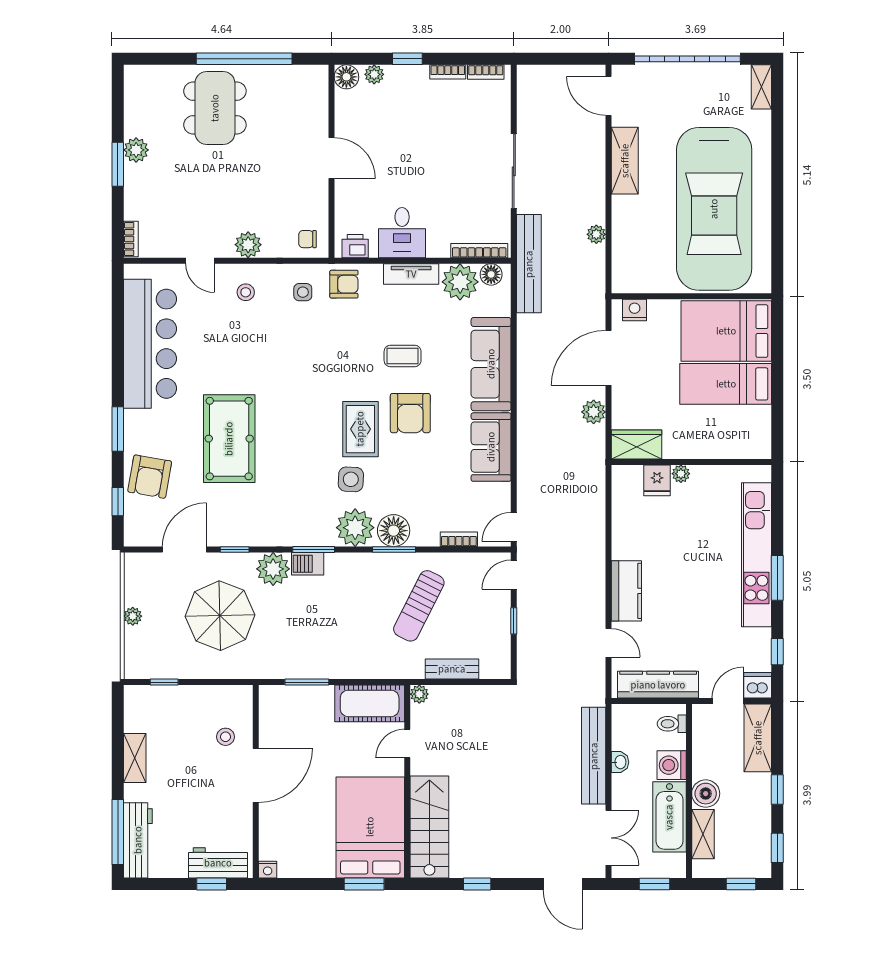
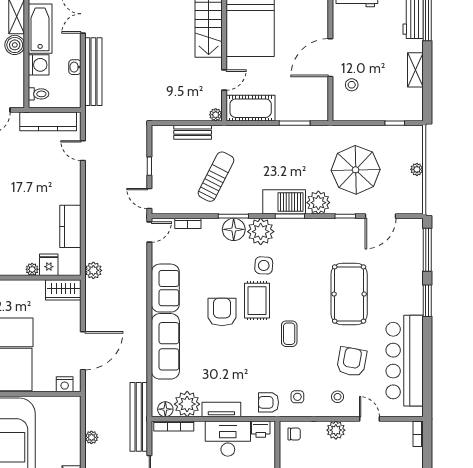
desk: (402, 233) -> (228, 439), width x1.37
coffee table: (403, 356) -> (289, 334), moved, turned 90
plant: (594, 412) -> (93, 270), moved
armchair: (150, 477) -> (352, 362), moved
window: (118, 502) -> (427, 250), width x2.17
barbecue: (308, 564) -> (284, 202), width x1.88, depth x1.53
door: (514, 575) -> (149, 199), swing flipped
kitchen counter: (626, 591) -> (70, 226), moved

